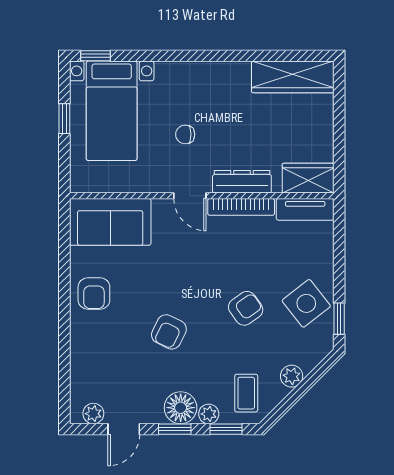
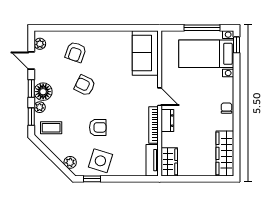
window: (64, 119) -> (202, 28), width x2.17
chair: (185, 134) -> (227, 108), moved
dresser: (242, 182) -> (167, 121), width x0.70
door: (190, 196) -> (160, 97), swing flipped
armchair: (94, 293) -> (76, 52), moved, turned -71
side table: (306, 303) -> (100, 161), turned -35
armchair: (246, 308) -> (98, 127), turned -55
plant: (292, 376) -> (70, 162), moved

